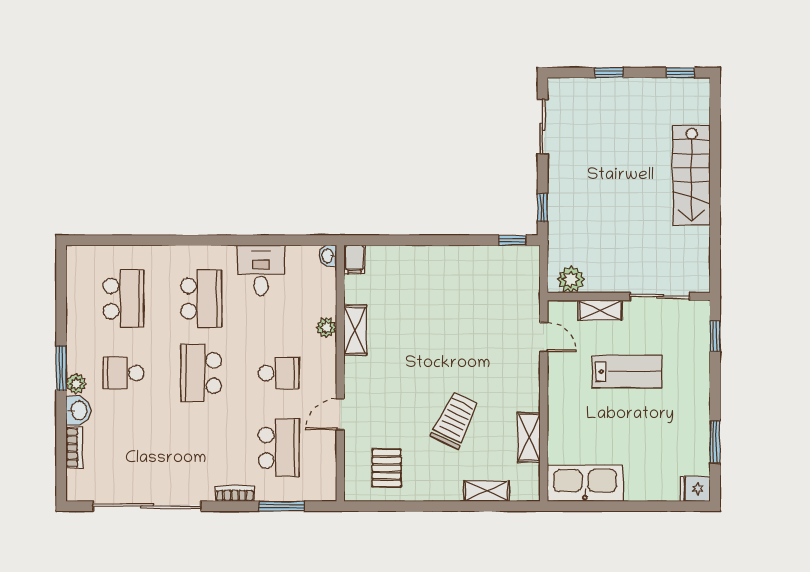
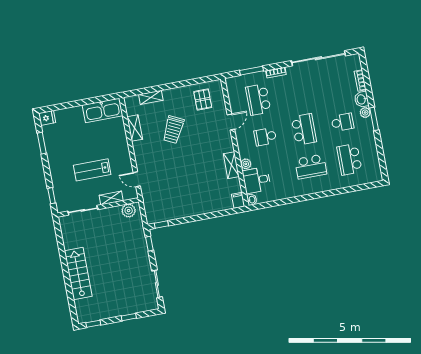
desk: (261, 270) -> (257, 180), moved, turned 90
school desk: (201, 299) -> (311, 167), turned -90

